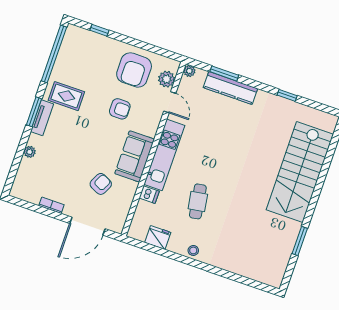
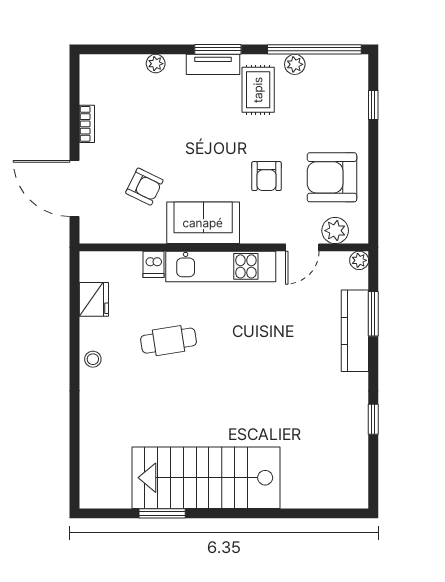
plant: (59, 69) -> (295, 64), added
stairs: (300, 172) -> (206, 478), moved

